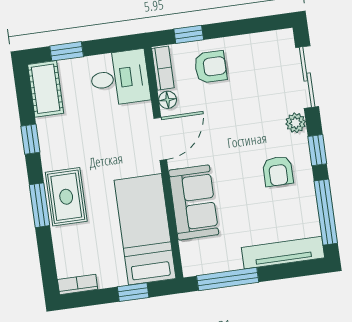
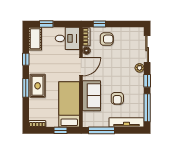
armchair: (278, 171) -> (117, 98), moved

